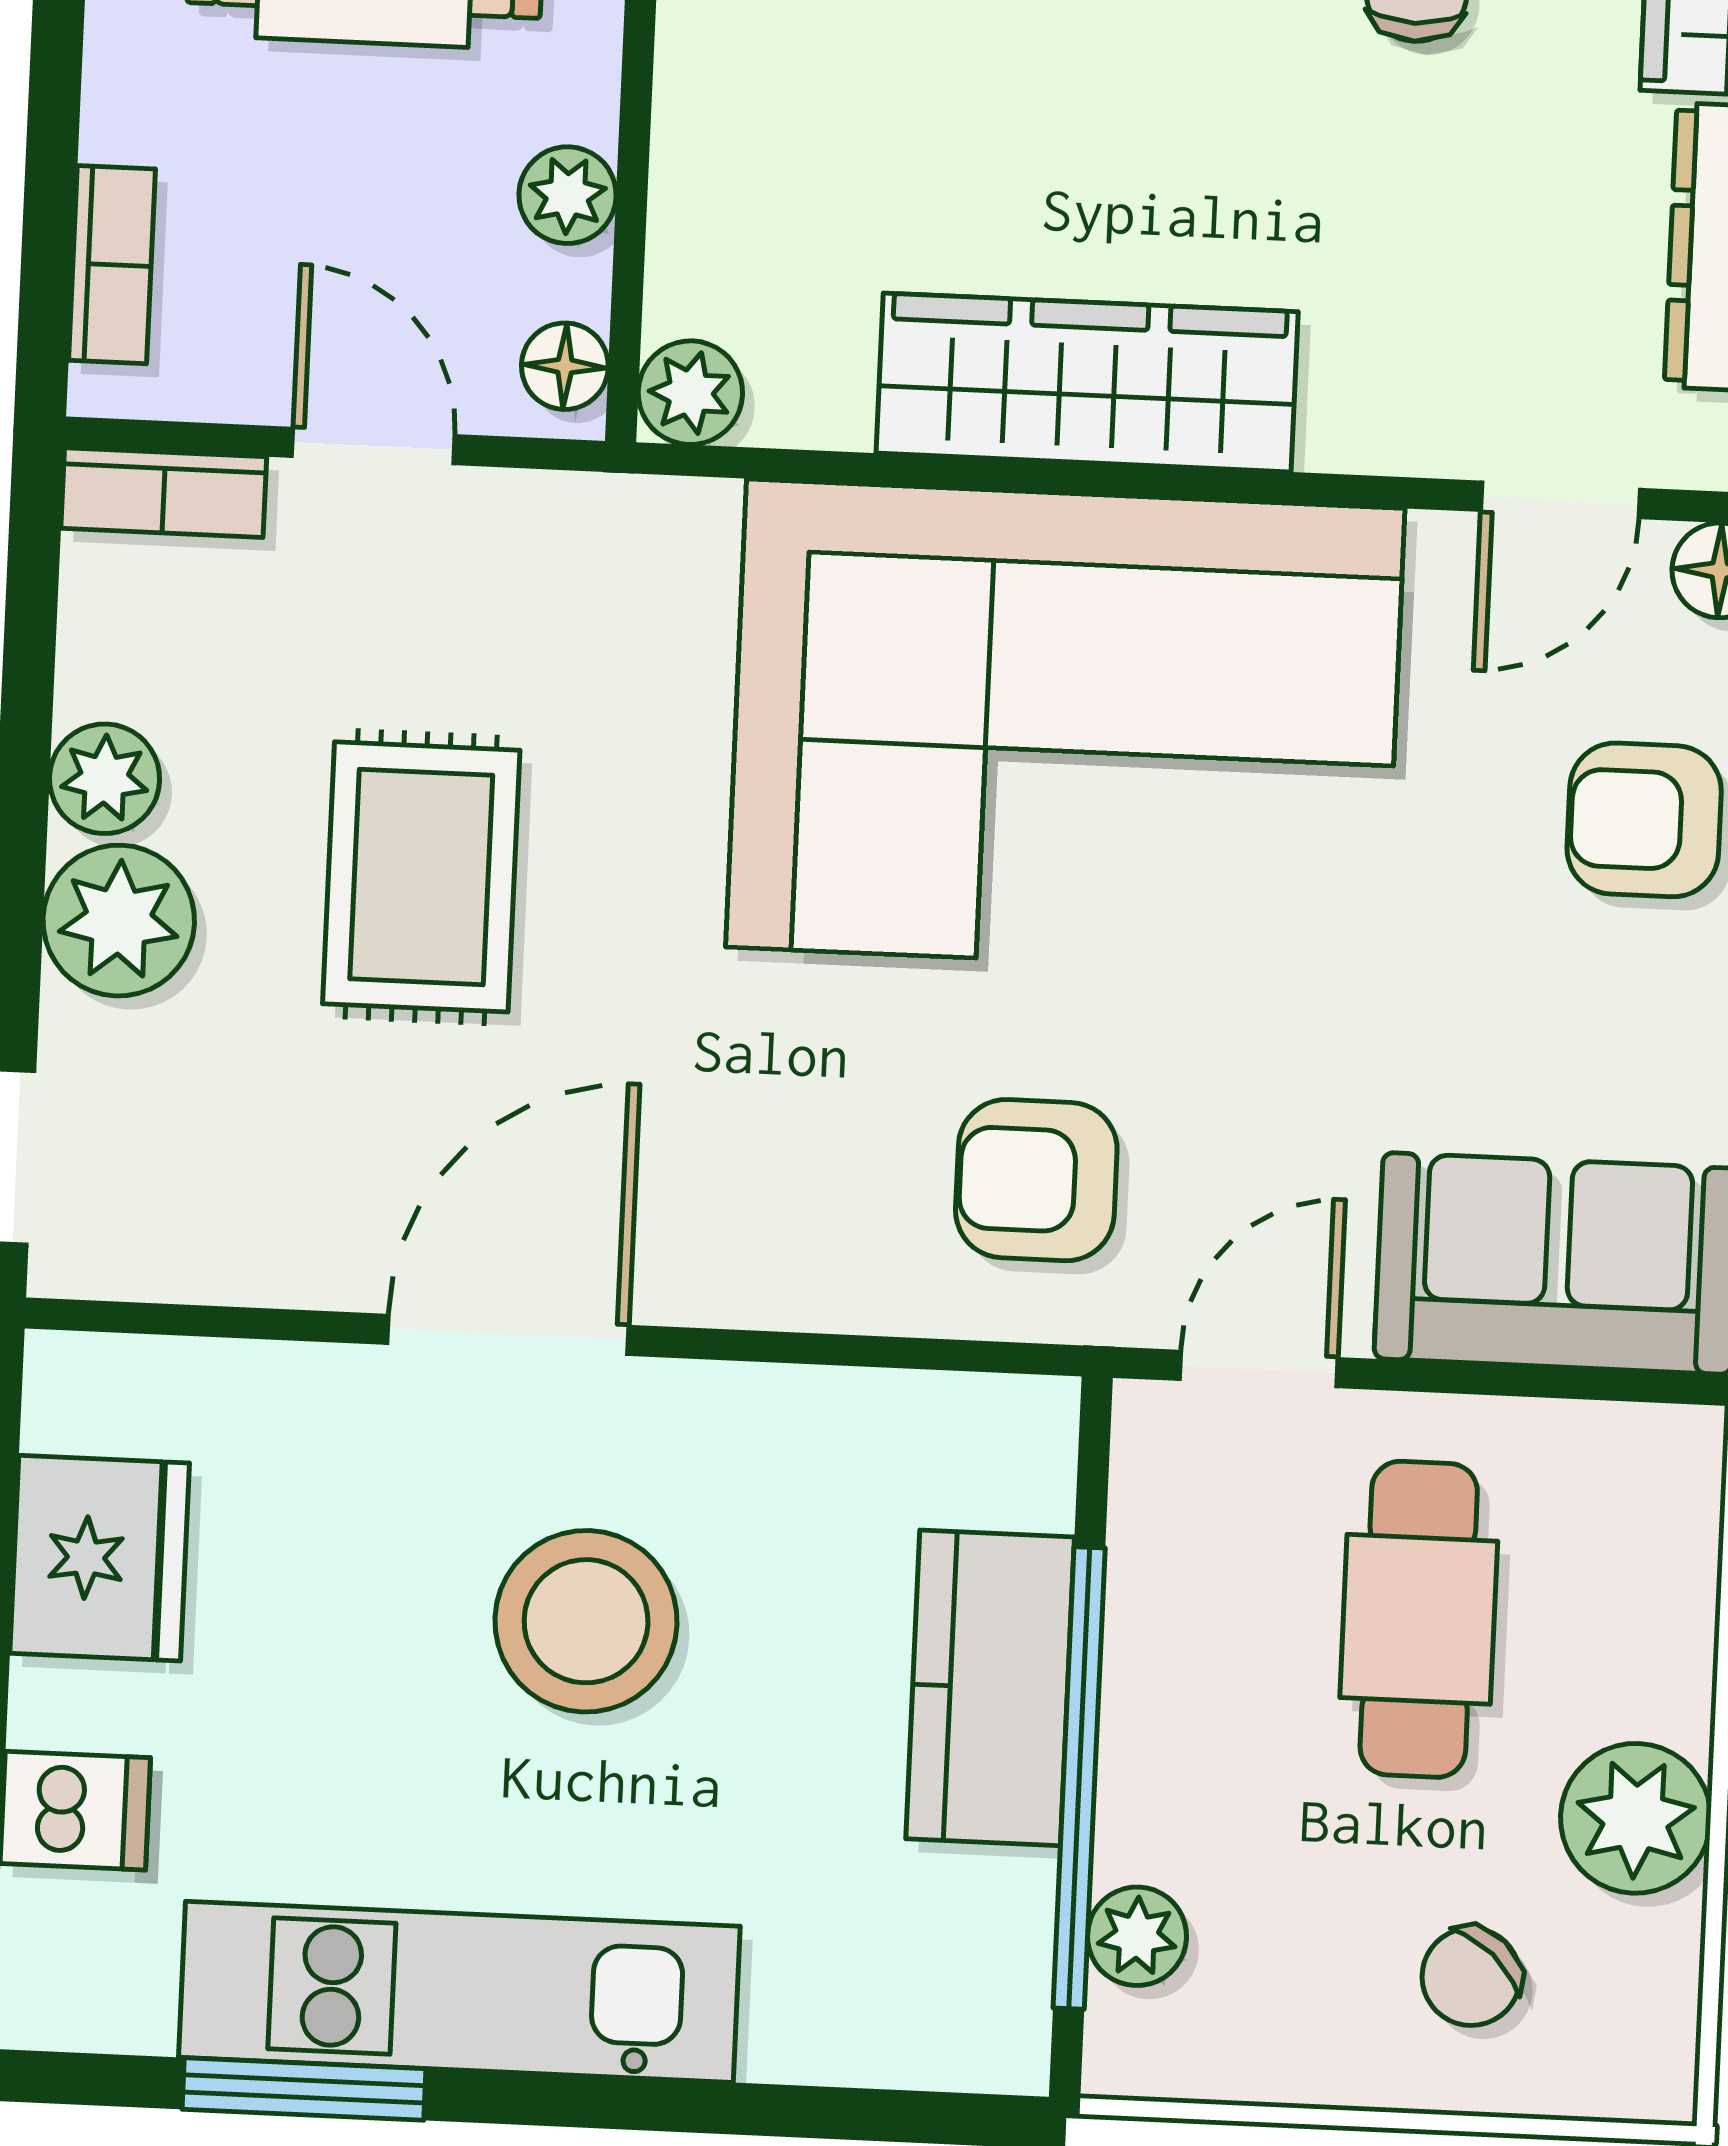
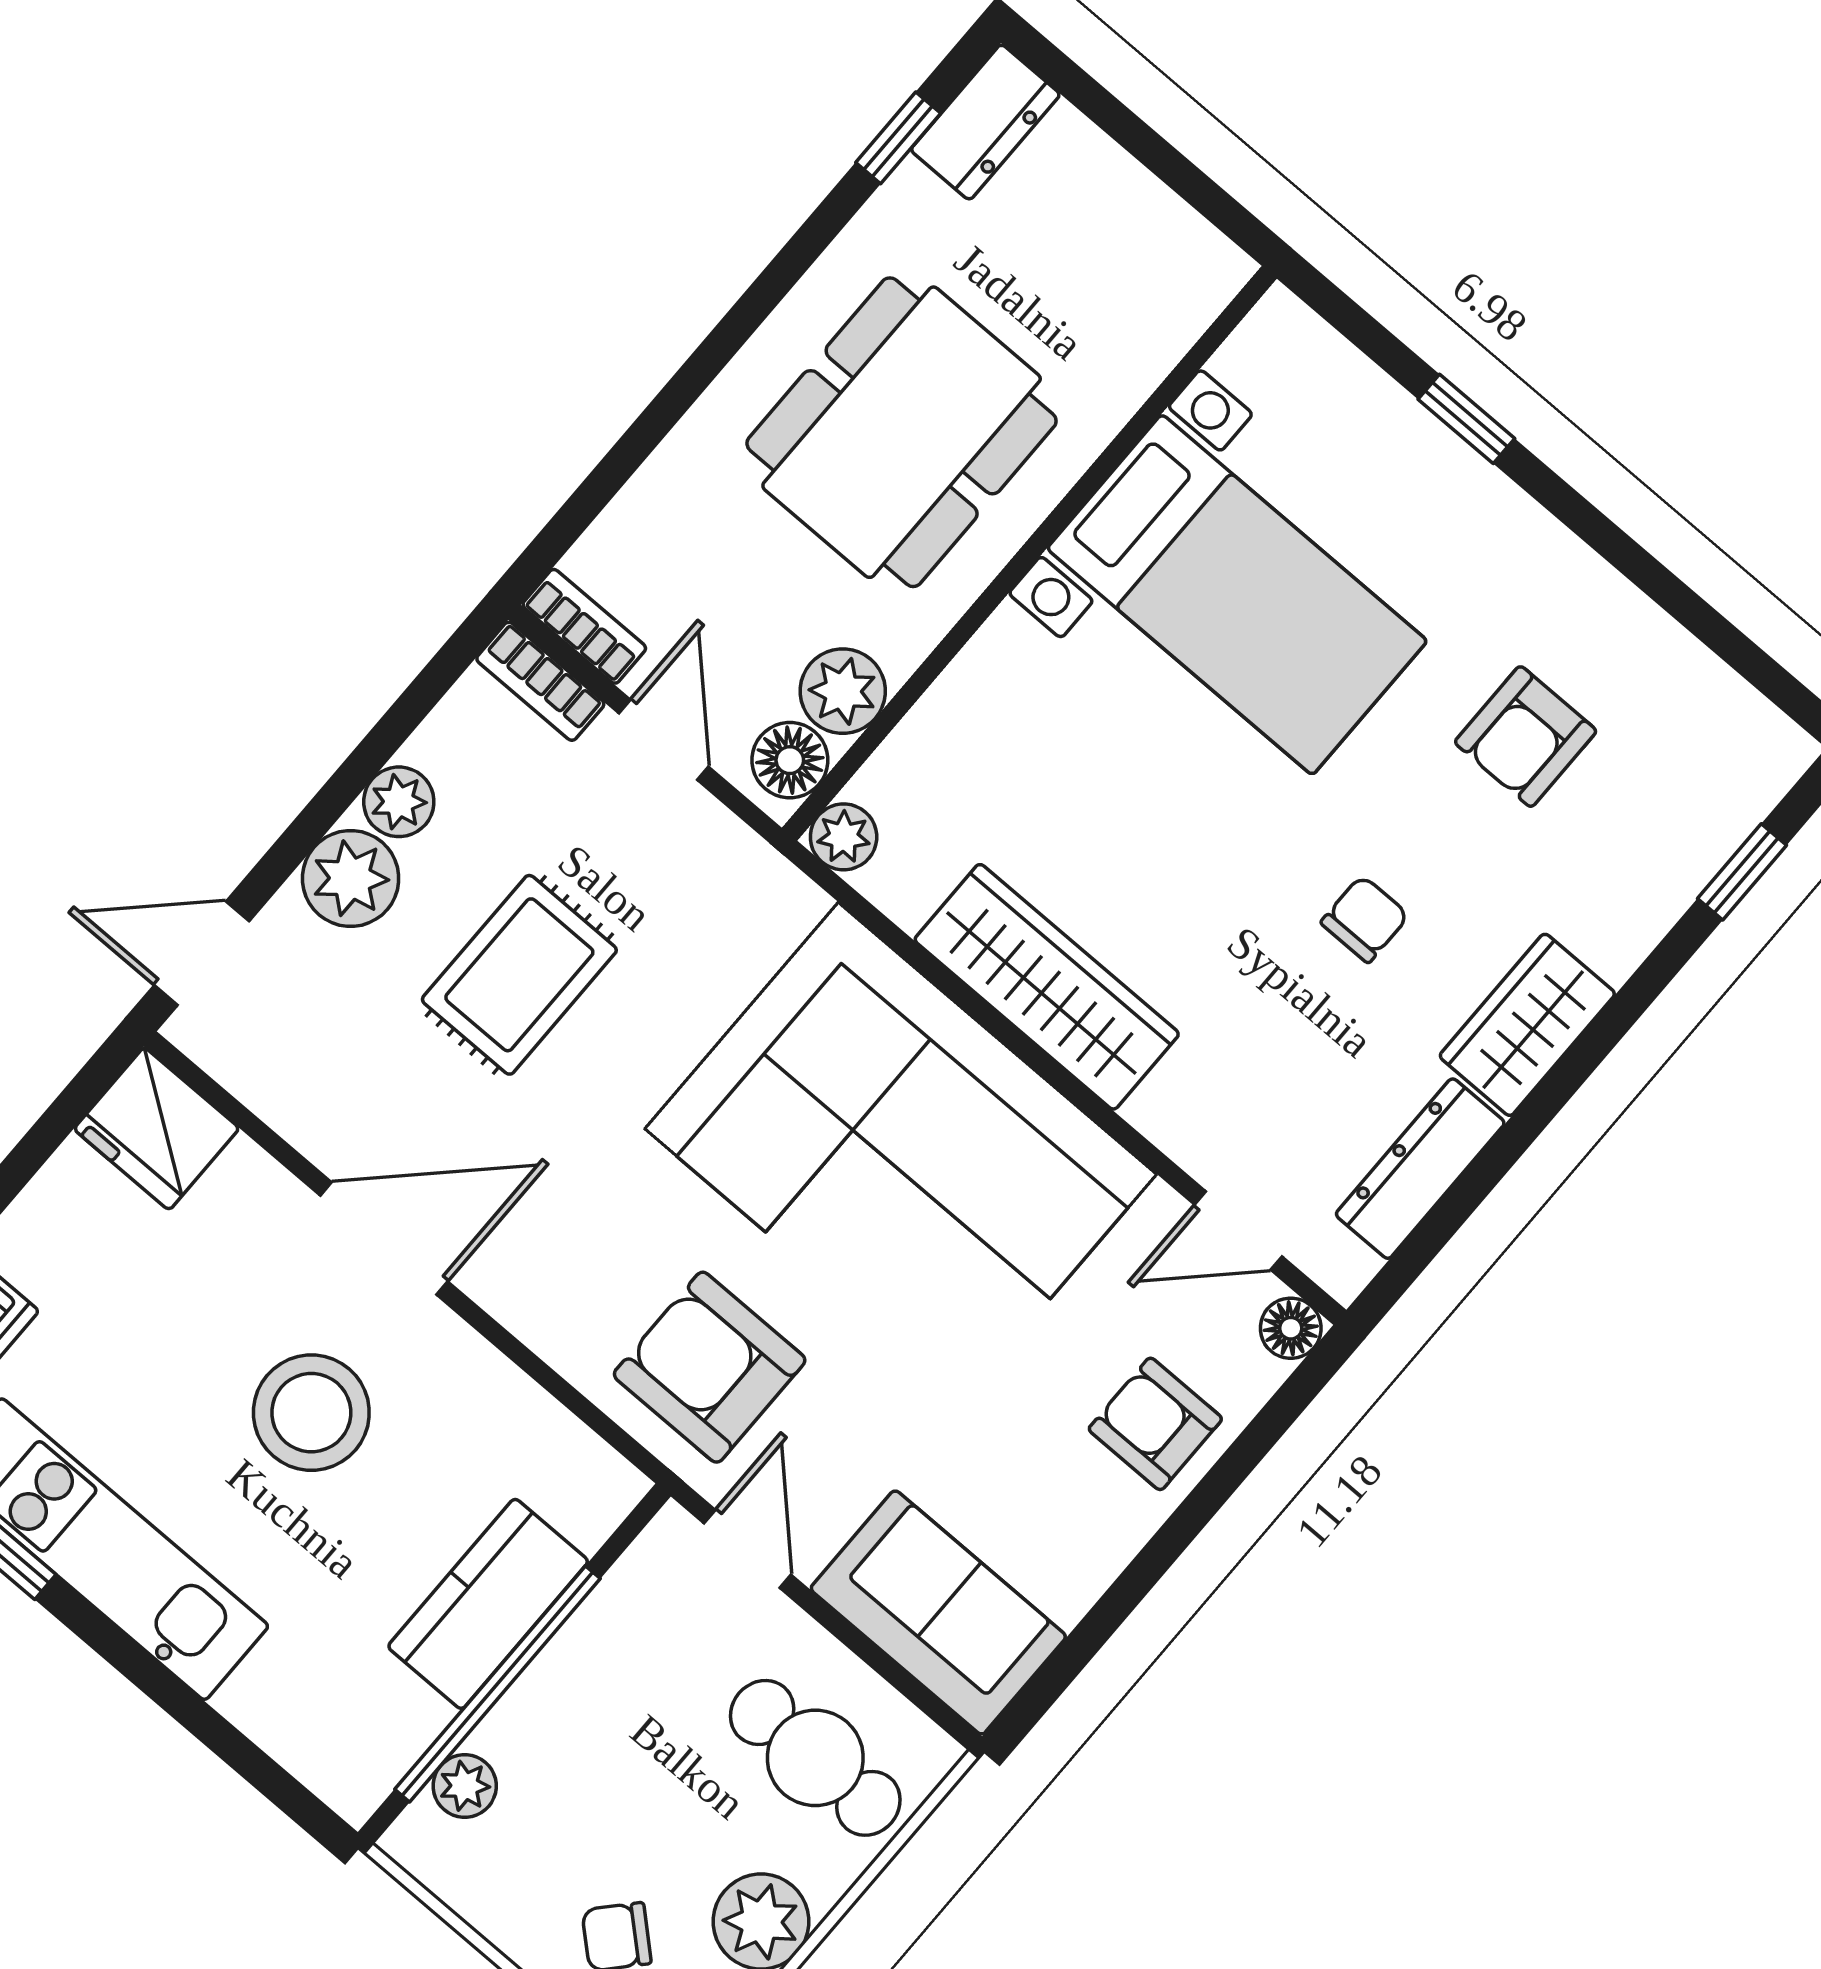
plant: (567, 195) -> (843, 691), width x1.38, depth x1.38
bookcase: (112, 265) -> (584, 626), moved, turned -90
floor lamp: (565, 366) -> (790, 760), width x1.37, depth x1.37
armchair: (1036, 1180) -> (710, 1367), width x1.38, depth x1.38
door: (1259, 1369) -> (747, 1549), hinge flipped
fridge: (100, 1558) -> (157, 1129), moved, turned 90
cafe table: (1419, 1619) -> (815, 1758), moved, turned 90

